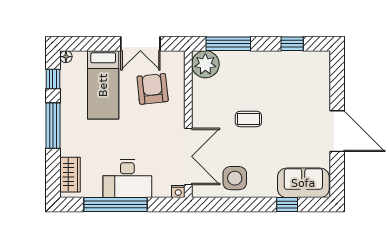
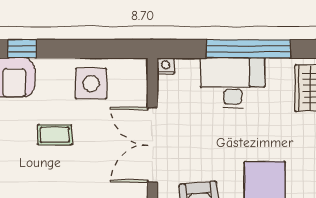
coffee table: (248, 119) -> (55, 135), moved
double door: (188, 156) -> (153, 145), moved

